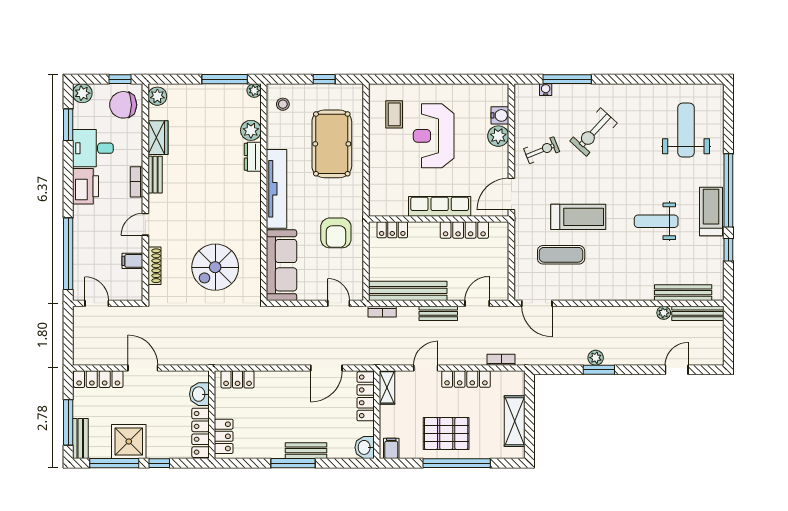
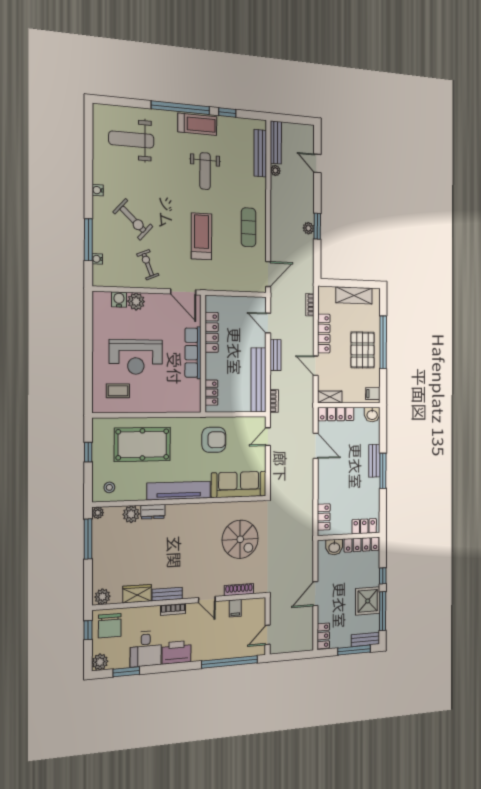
water cooler: (625, 90) -> (98, 190), added
treadmill: (711, 211) -> (197, 124), turned 180
exercise mat: (561, 255) -> (248, 227), moved
locker: (98, 379) -> (323, 636), width x0.66

